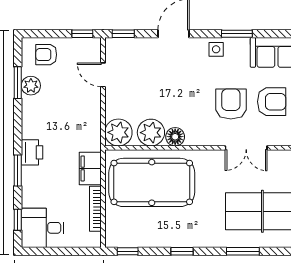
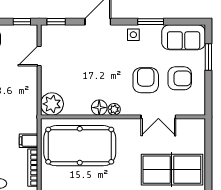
door: (103, 75) -> (39, 56), hinge flipped
plant: (151, 133) -> (114, 109), moved, width x0.53, depth x0.53
filing cabinet: (90, 168) -> (29, 141), width x0.50

